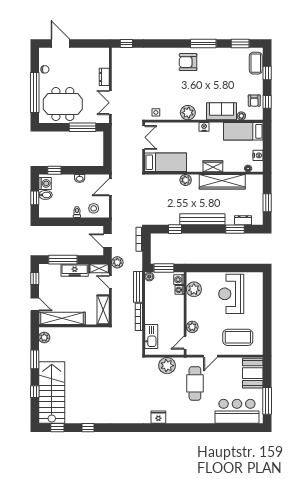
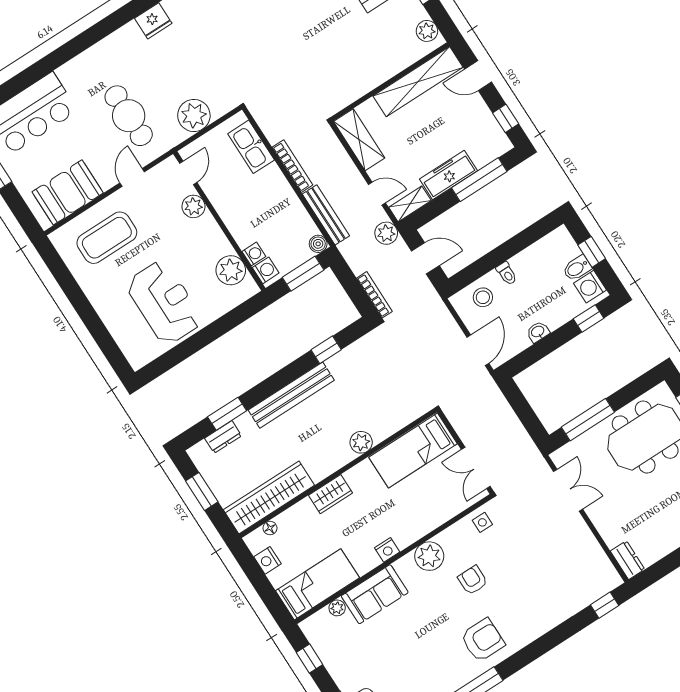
dresser: (104, 77) -> (628, 560), moved
armchair: (254, 101) -> (473, 580), moved
wardrobe: (222, 182) -> (269, 497), moved
booth: (253, 373) -> (68, 192), moved, turned 90

